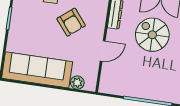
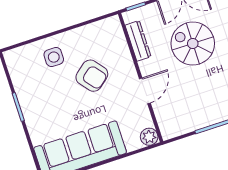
plant: (77, 83) -> (149, 137), moved

